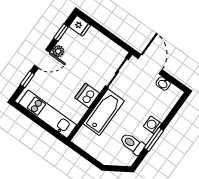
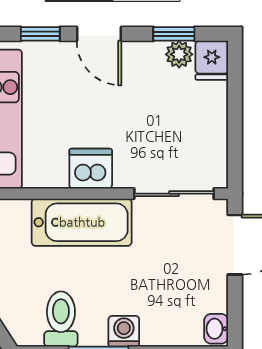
plant: (58, 51) -> (179, 54), moved
washbasin: (163, 84) -> (216, 329), moved

